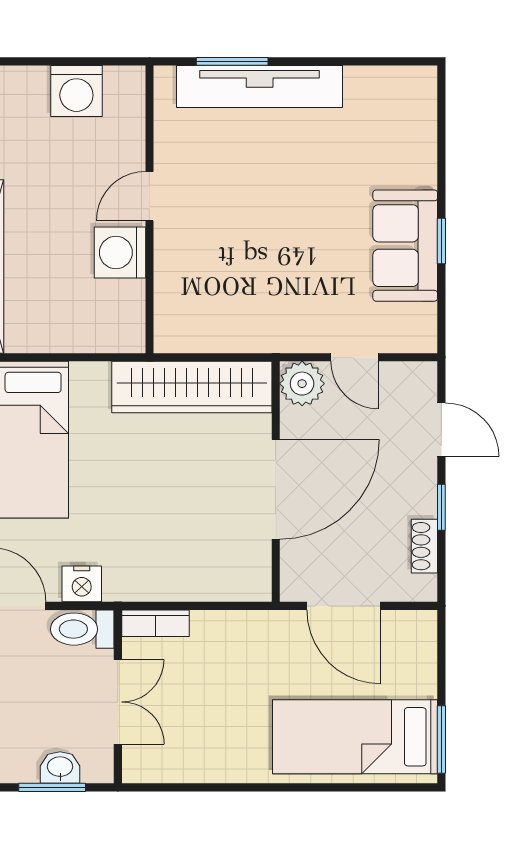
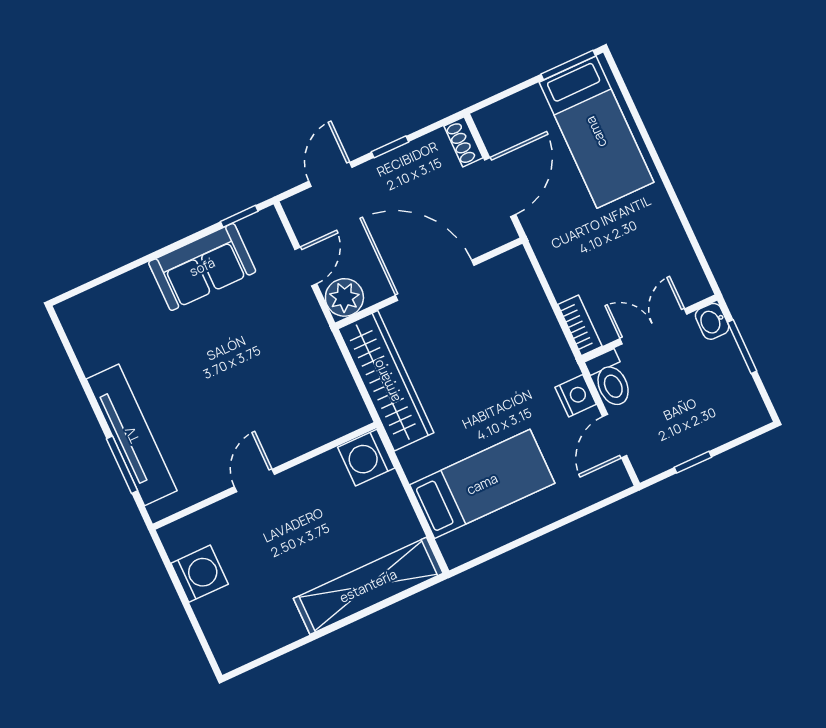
door: (149, 196) -> (254, 481), swing flipped
window: (441, 241) -> (239, 216), moved
washing machine: (120, 252) -> (366, 458), moved, turned 90
shoe rack: (424, 546) -> (463, 142), moved, turned 90
washbasin: (60, 767) -> (712, 321), moved

